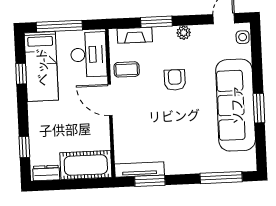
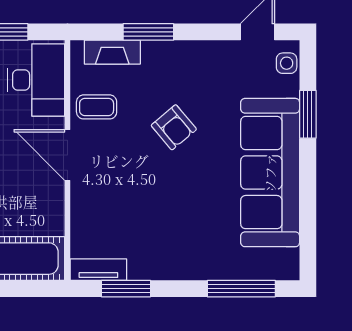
plant: (184, 33) -> (192, 52), removed
armchair: (175, 80) -> (174, 127), turned 140
window: (259, 108) -> (308, 114), moved
tv unit: (139, 169) -> (98, 270), width x0.71

